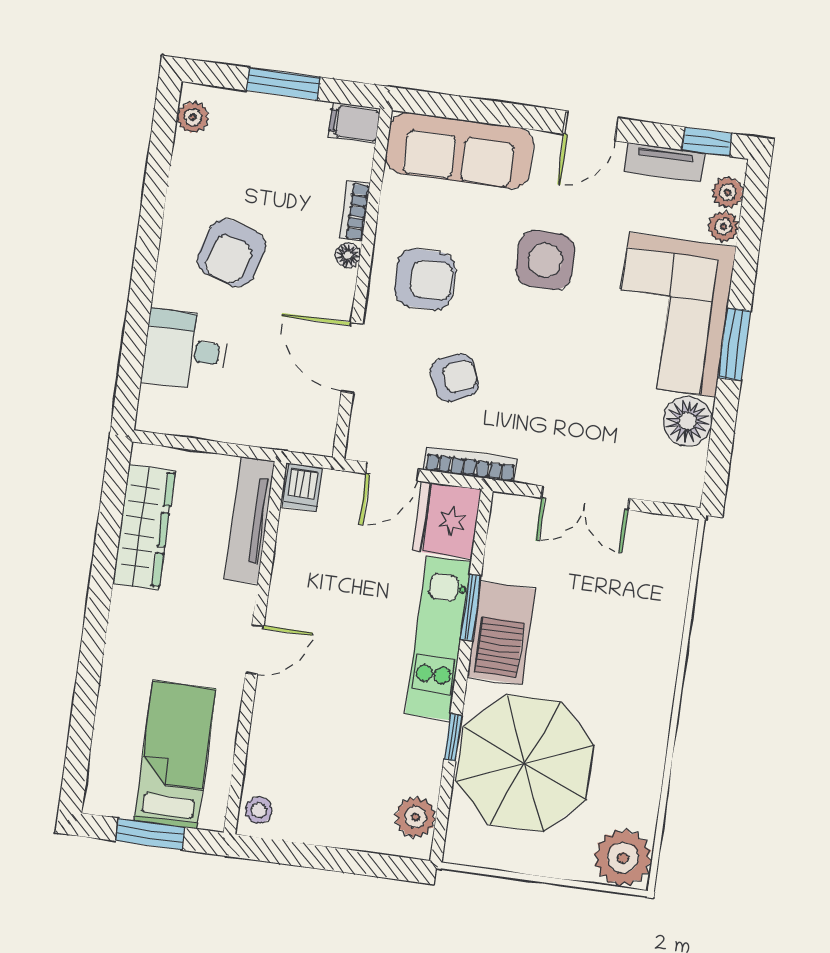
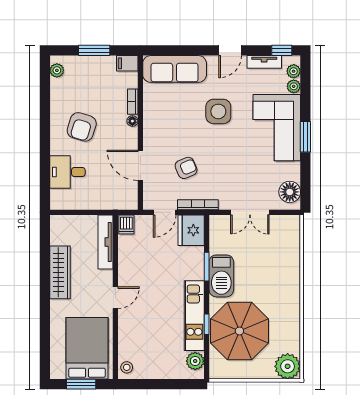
armchair: (425, 279) -> (167, 127), removed
floor lamp: (688, 421) -> (290, 192), moved
wardrobe: (144, 527) -> (60, 272), moved
kitchen unit: (438, 638) -> (194, 316), moved
bed: (175, 755) -> (87, 348), width x1.50

